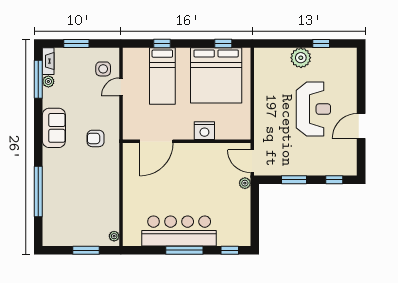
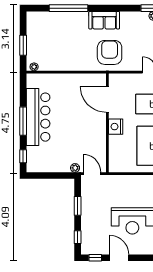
sofa: (54, 128) -> (104, 20), moved
nightstand: (204, 131) -> (116, 127), moved
armchair: (96, 138) -> (110, 52), width x1.88, depth x1.88
window: (361, 157) -> (95, 258), added
door: (252, 161) -> (92, 174), hinge flipped

